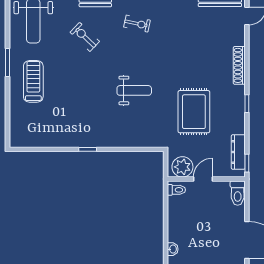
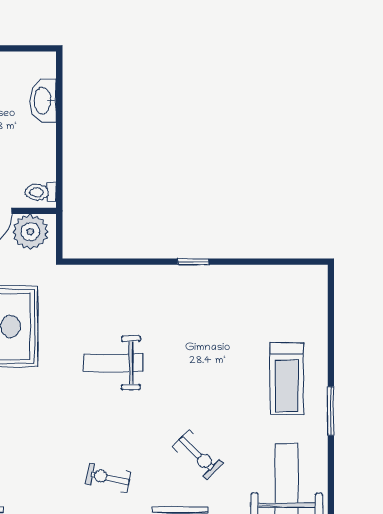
washbasin: (173, 249) -> (43, 101), width x1.91, depth x1.45

